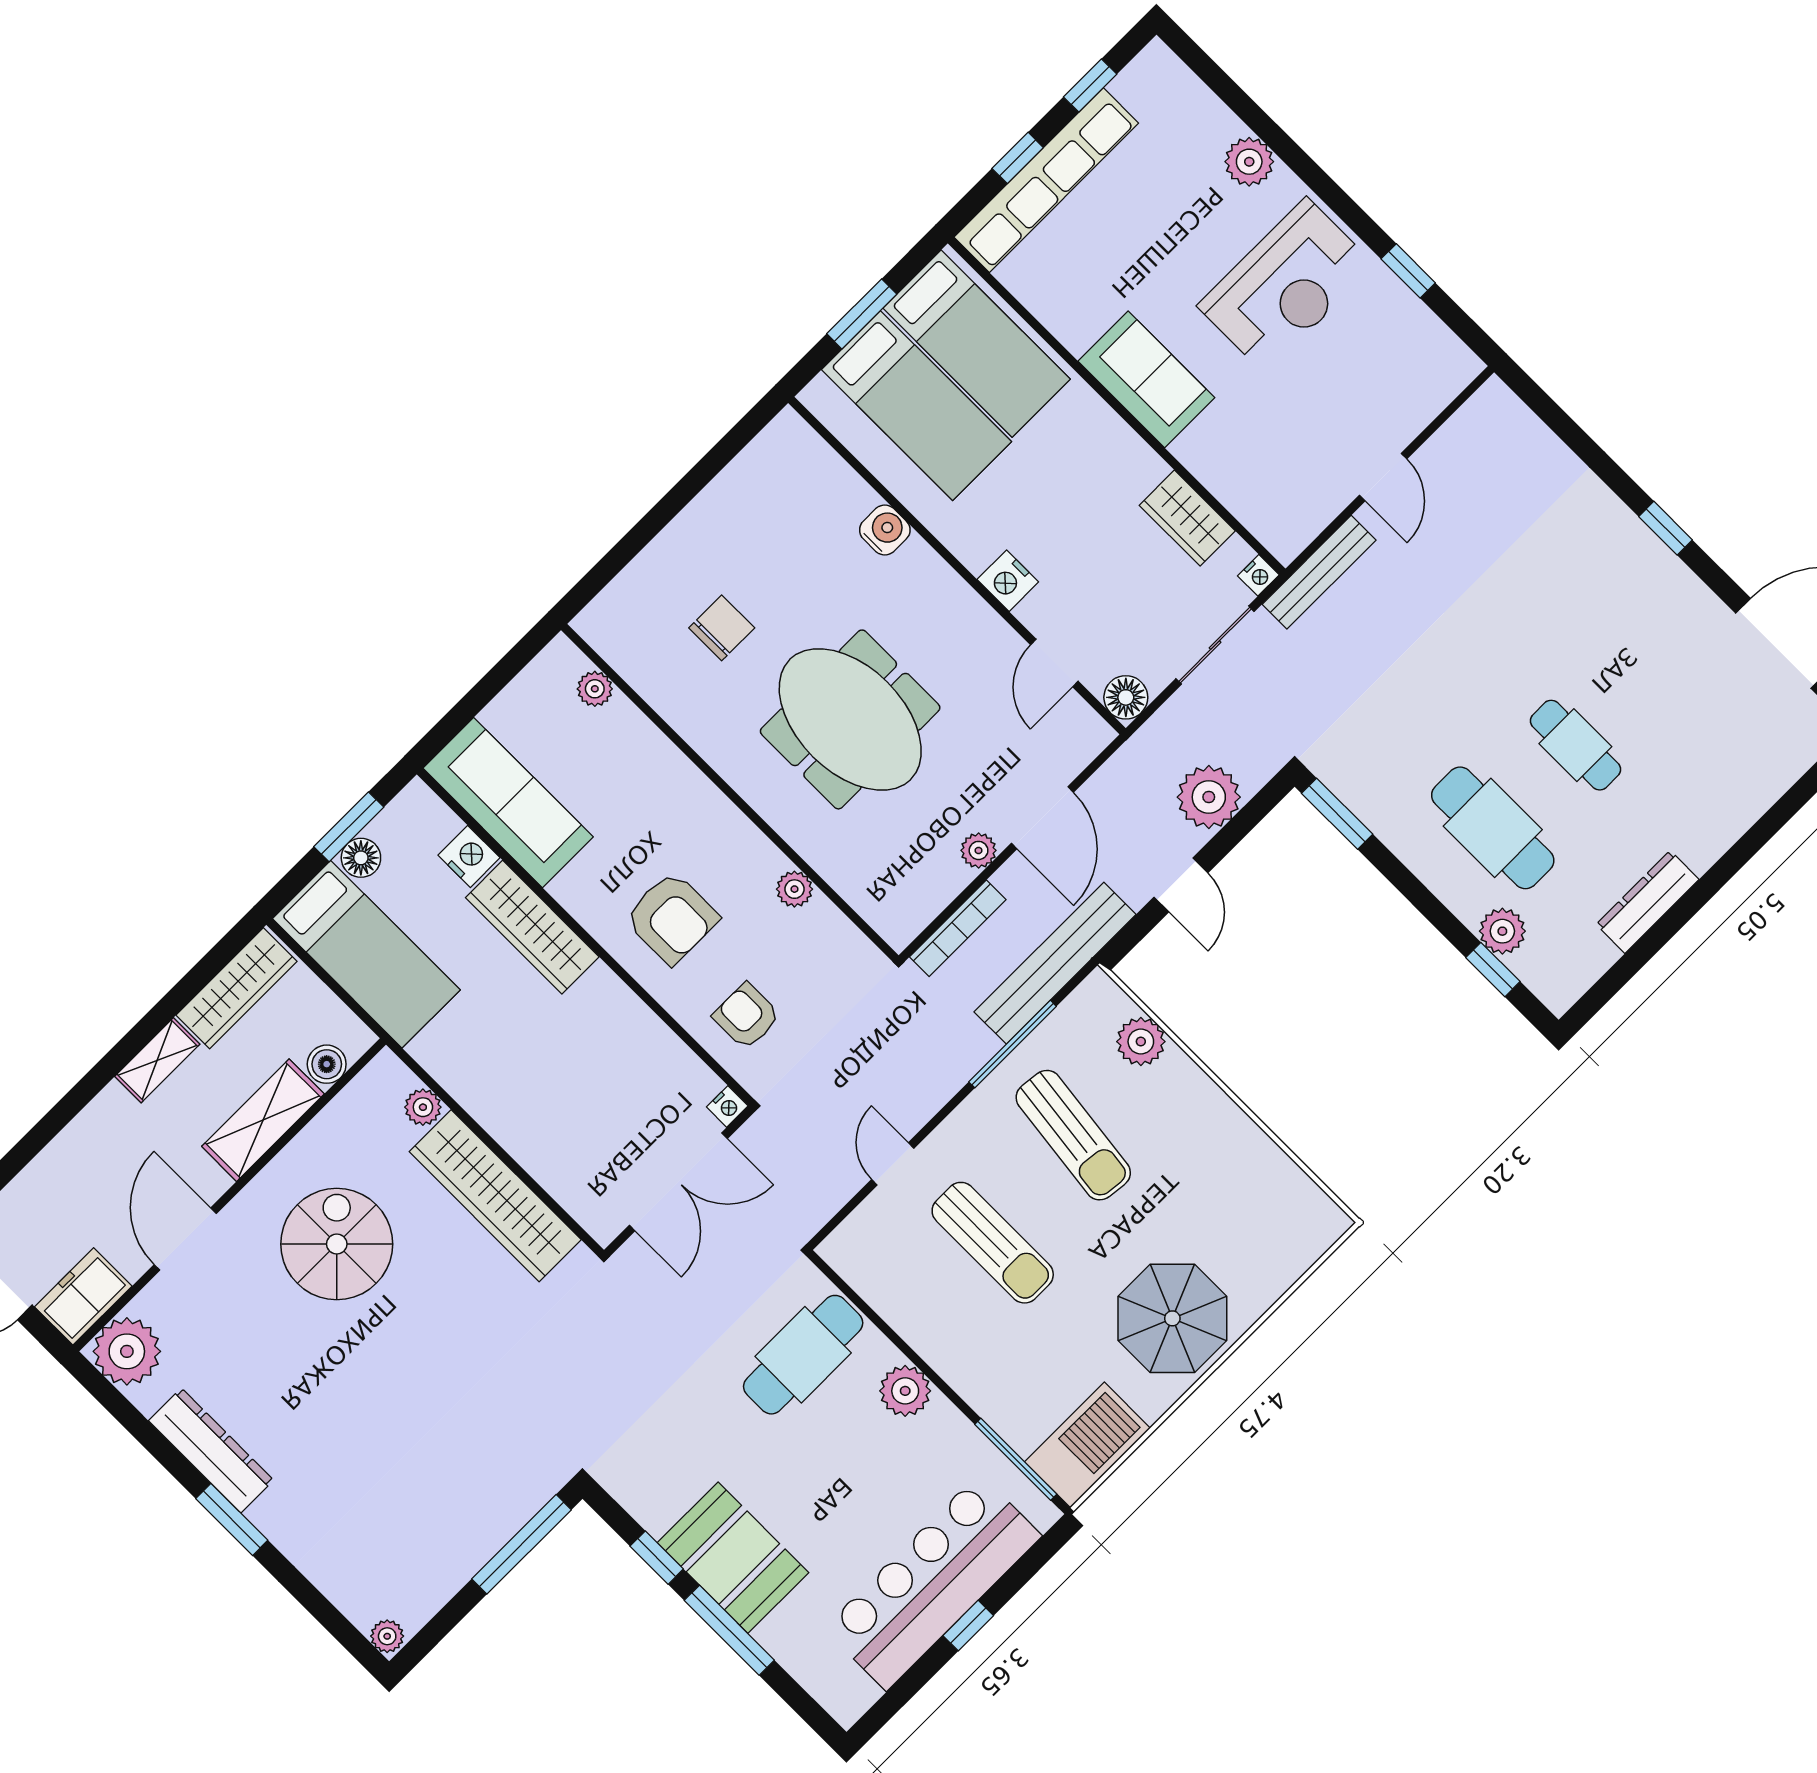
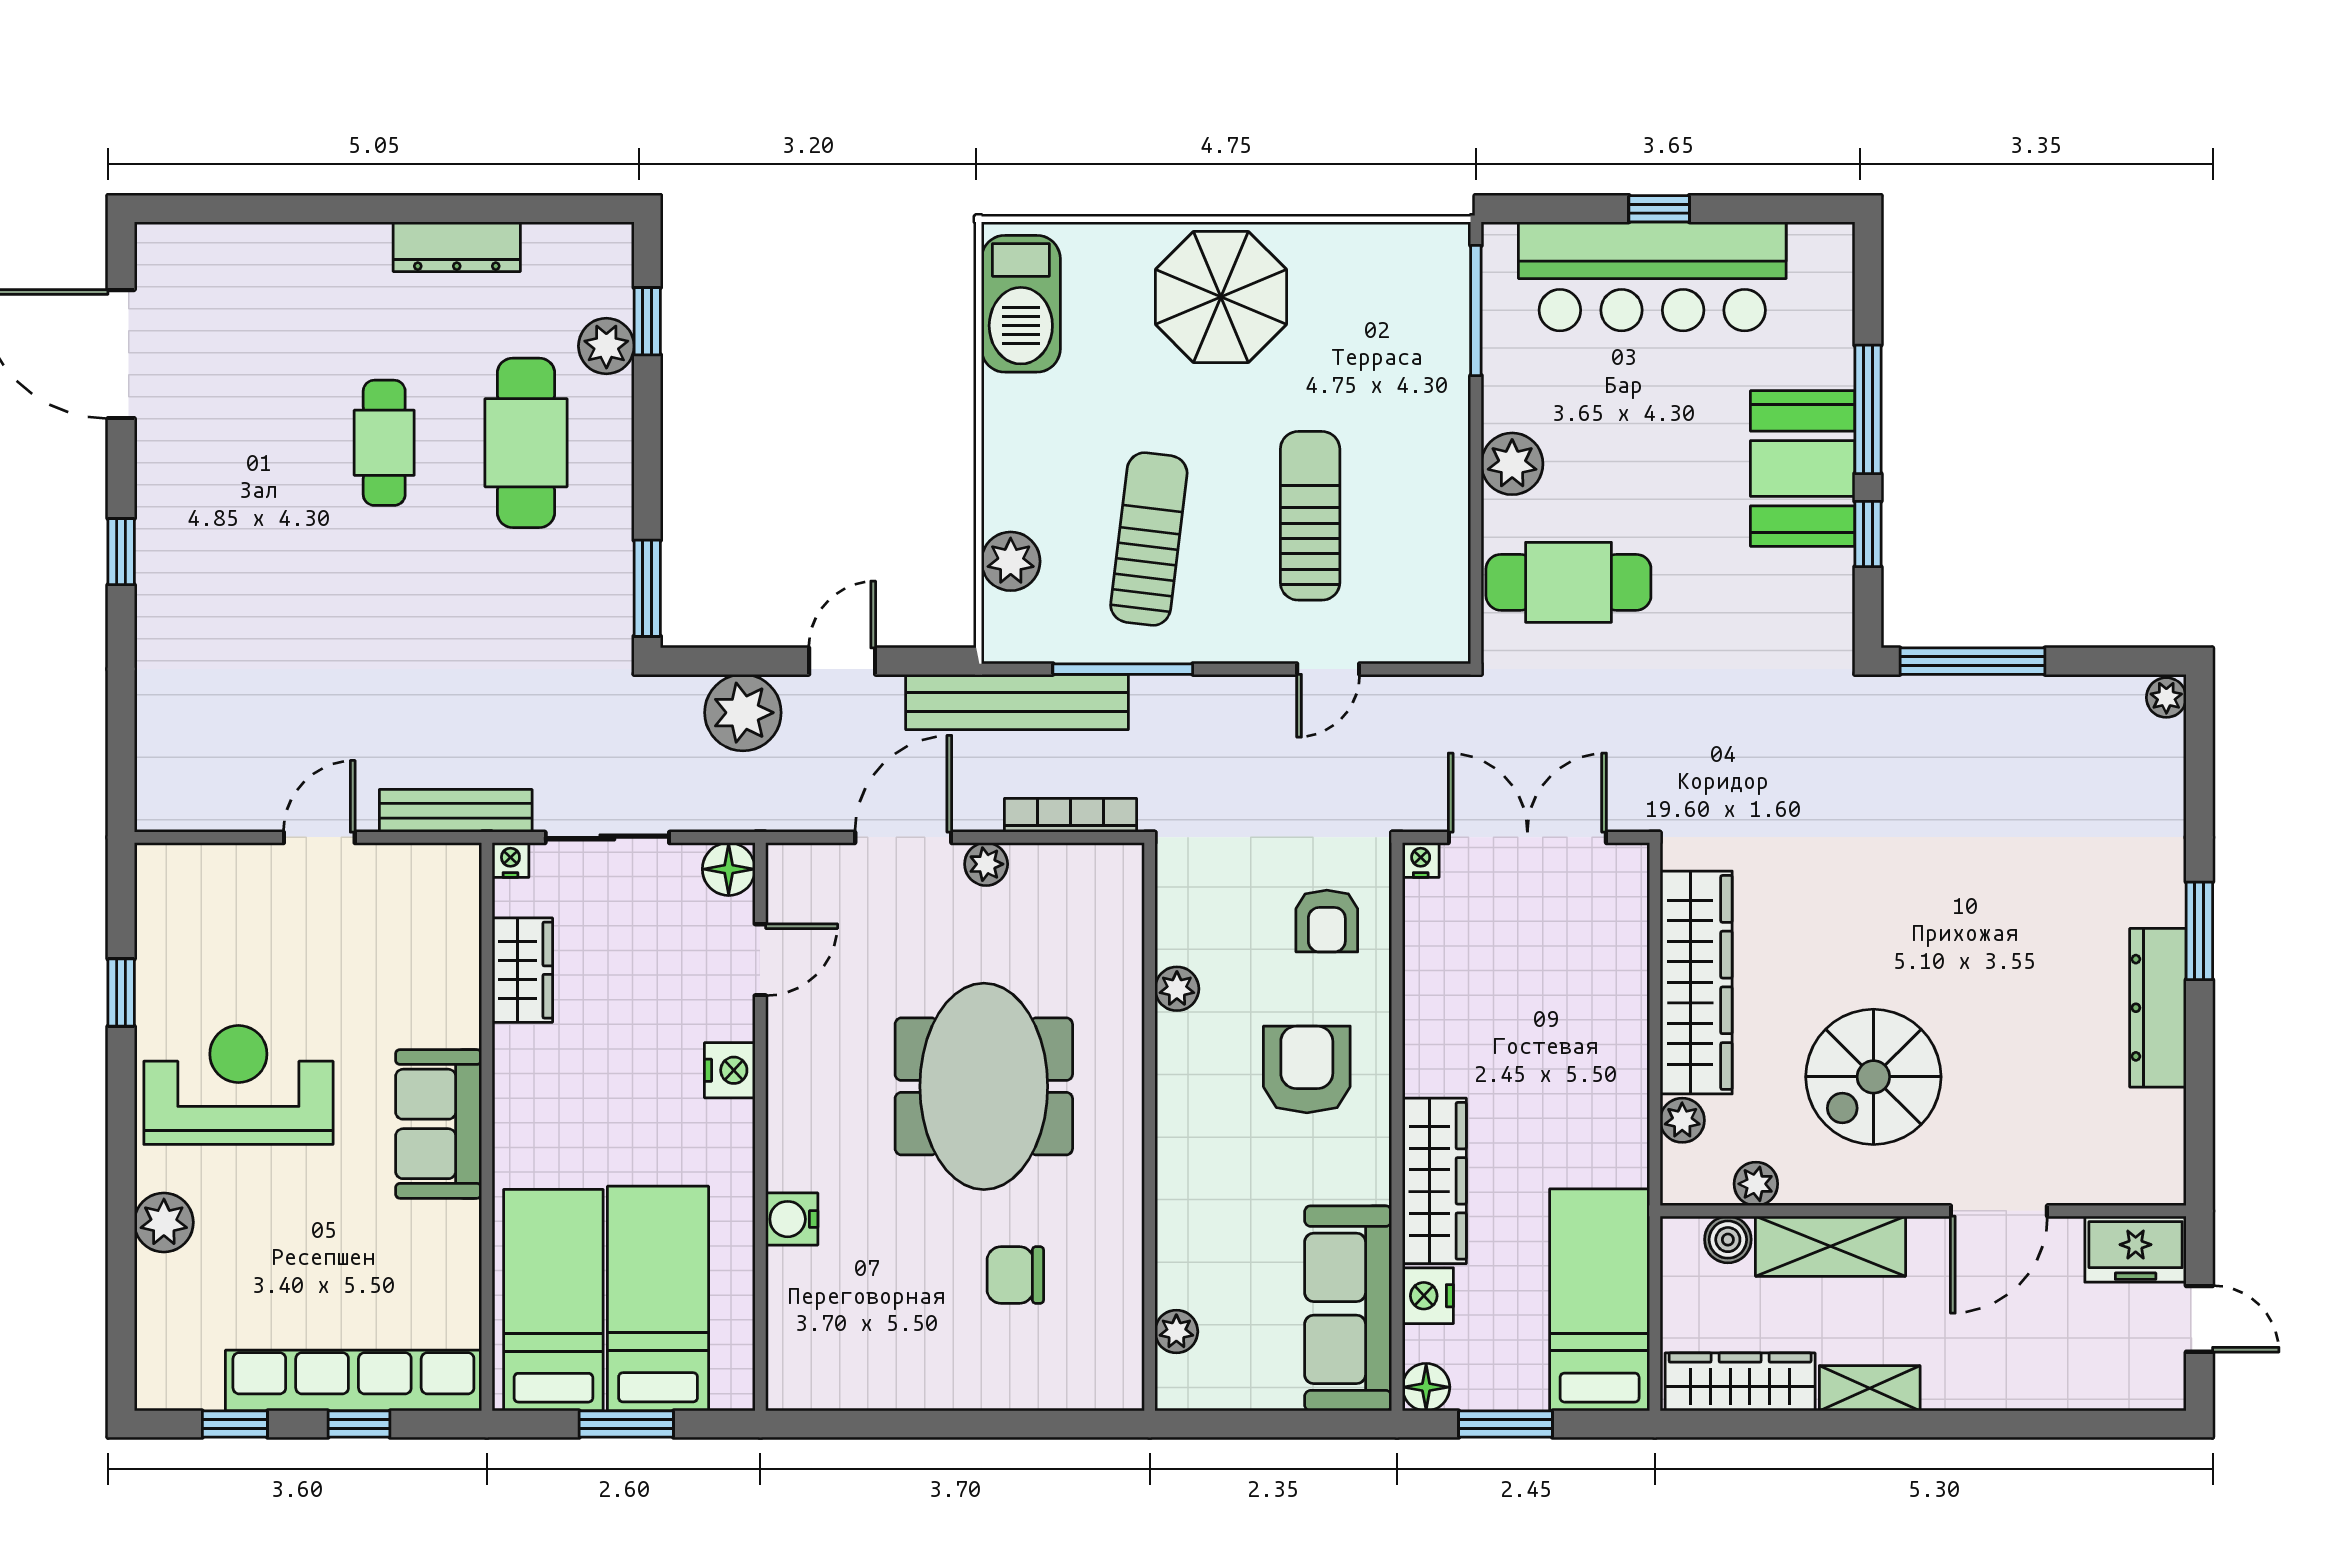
floor lamp: (361, 858) -> (1426, 1387), moved
plant: (127, 1351) -> (1756, 1184), moved, width x0.53, depth x0.53
barbecue: (1087, 1445) -> (1021, 304), moved, turned -90

